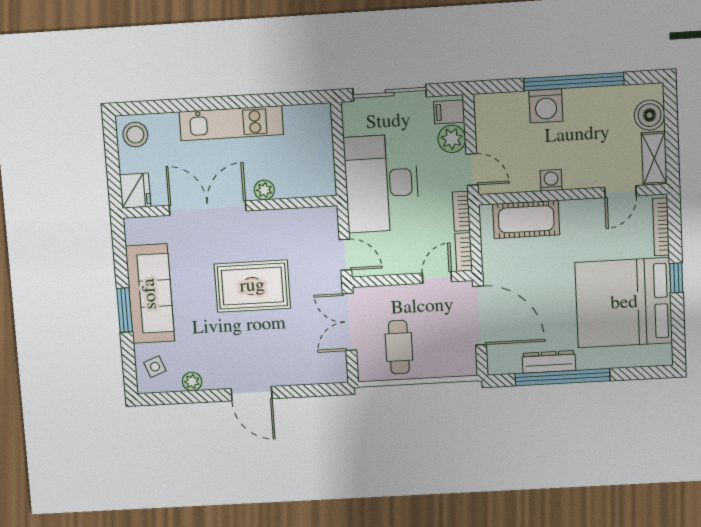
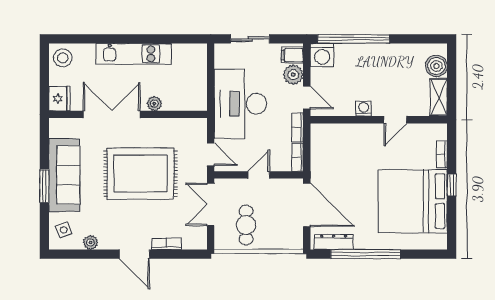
window: (574, 82) -> (354, 39), moved
sliding door: (390, 93) -> (250, 39), width x0.73
washing machine: (546, 106) -> (322, 55), moved
door: (620, 192) -> (395, 120), moved
cot: (526, 219) -> (344, 136), removed
bookcase: (661, 227) -> (442, 155), width x0.64
door: (437, 277) -> (259, 175), moved
rug: (252, 286) -> (141, 174), width x1.37, depth x1.44
dresser: (549, 362) -> (334, 242), moved
bookcase: (294, 378) -> (167, 244), added

